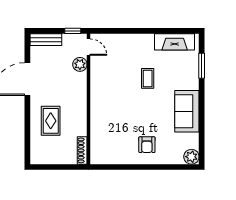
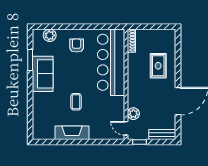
fireplace: (175, 42) -> (72, 133), moved
window: (202, 66) -> (30, 60), moved
bar counter: (106, 125) -> (111, 62), added
plant: (191, 157) -> (50, 35), moved

